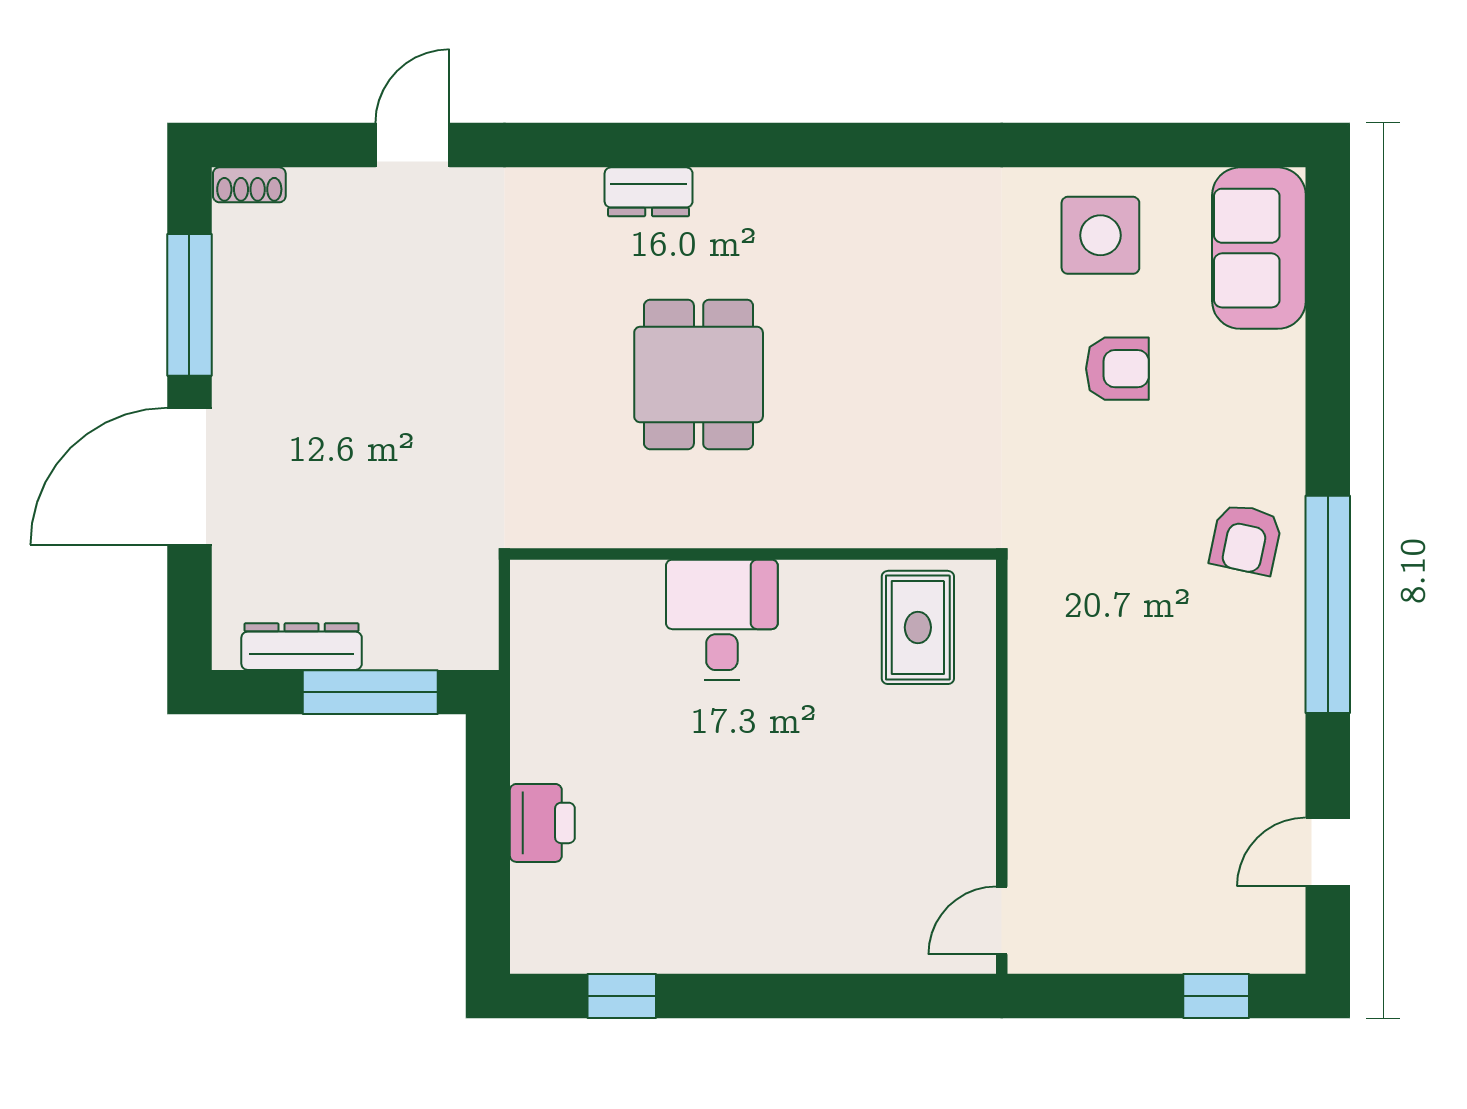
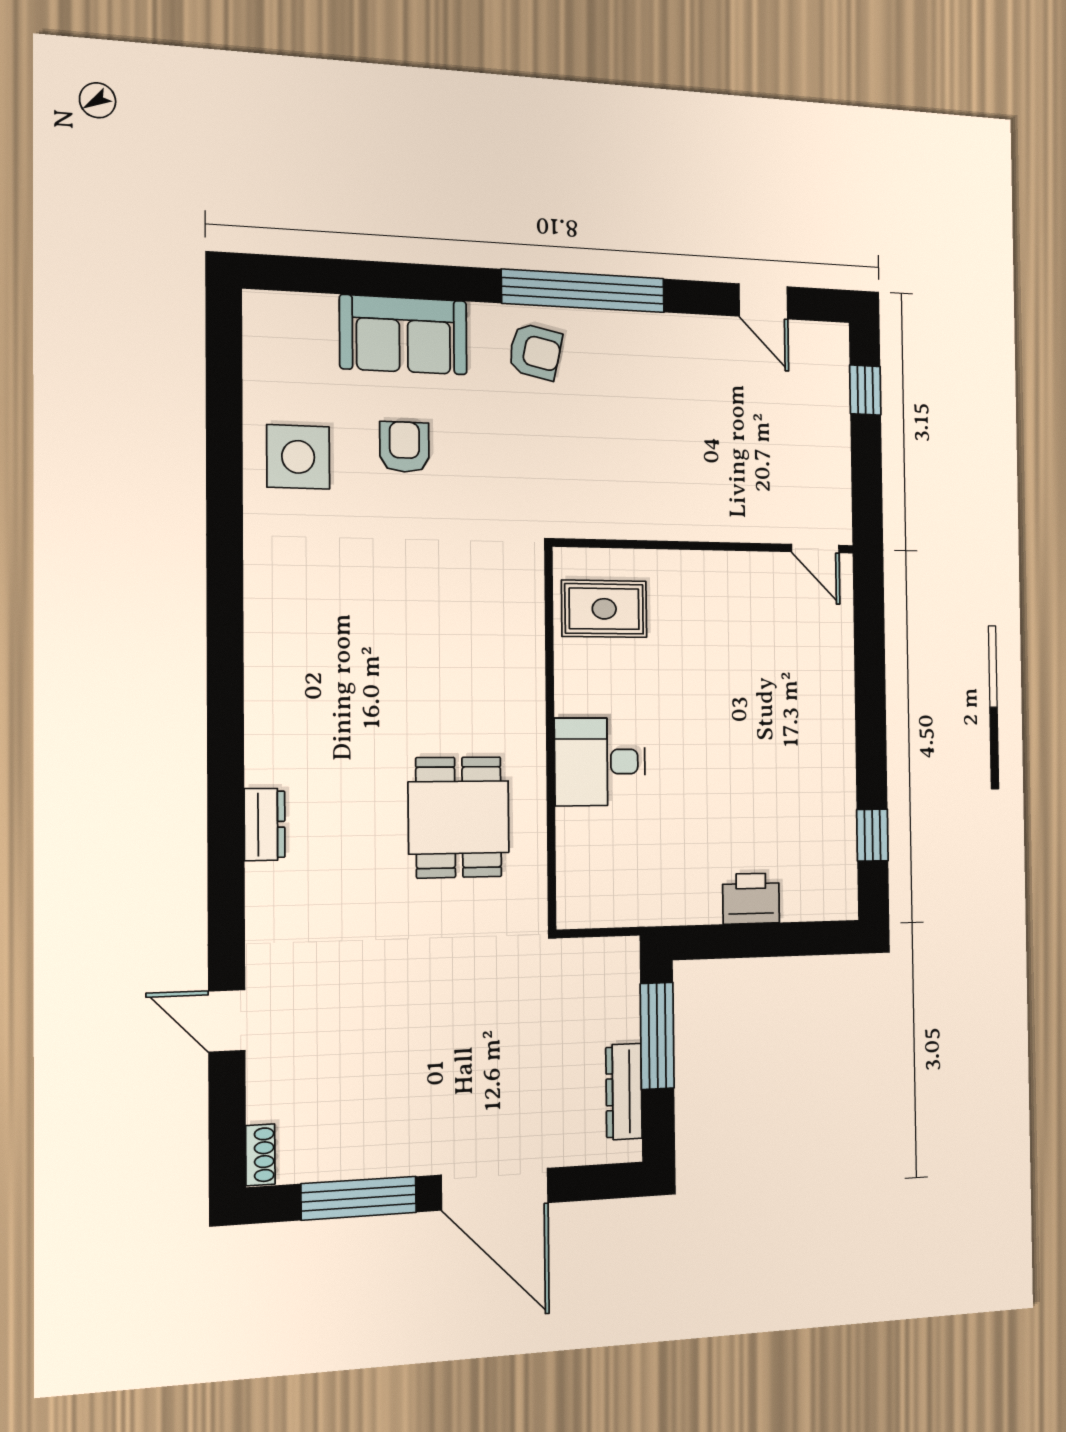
sofa: (1259, 248) -> (404, 335), moved
dining table: (699, 374) -> (459, 817), moved, turned 90

